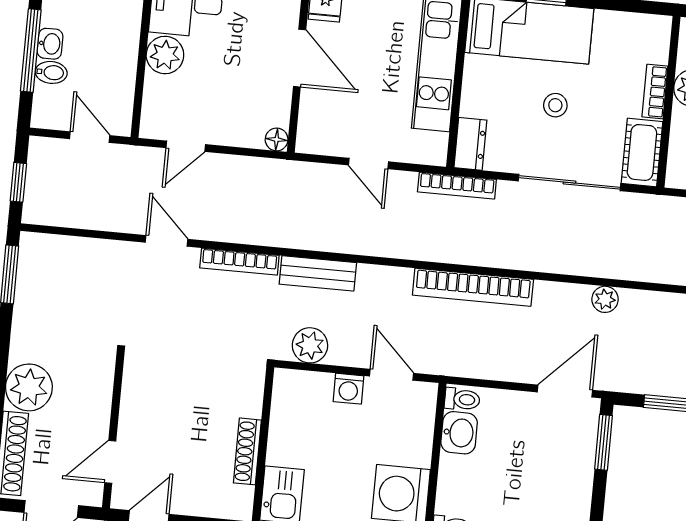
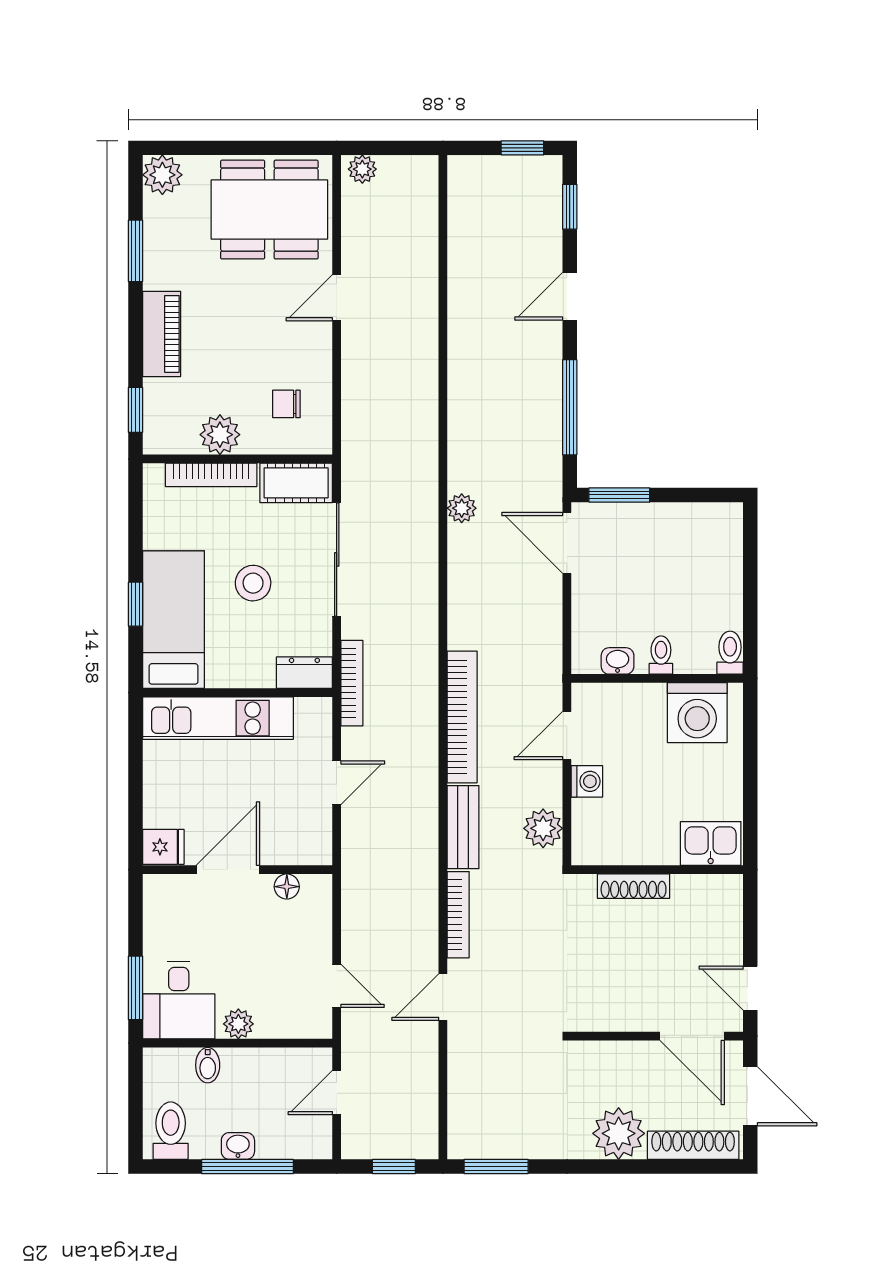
plant: (165, 55) -> (238, 1024), width x0.73, depth x0.73
bidet: (51, 72) -> (208, 1065), moved, turned 180
bookcase: (655, 92) -> (211, 475), width x1.56
stool: (555, 105) -> (253, 583), width x1.37, depth x1.37
floor lamp: (277, 139) -> (287, 887), moved
bookcase: (473, 287) -> (462, 717), moved
toilet: (462, 399) -> (661, 655), moved
washbasin: (459, 433) -> (618, 661), width x0.72, depth x0.69
shoe rack: (247, 451) -> (634, 886), moved
door: (110, 462) -> (692, 1036), width x1.38

